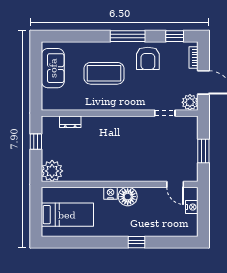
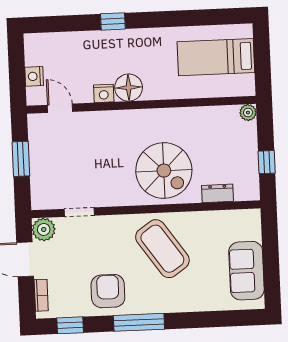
coffee table: (104, 73) -> (162, 249), moved, turned 55
spiral stairs: (106, 139) -> (164, 171), added
plant: (52, 171) -> (248, 113), width x0.53, depth x0.53
nightstand: (111, 193) -> (104, 93), moved

